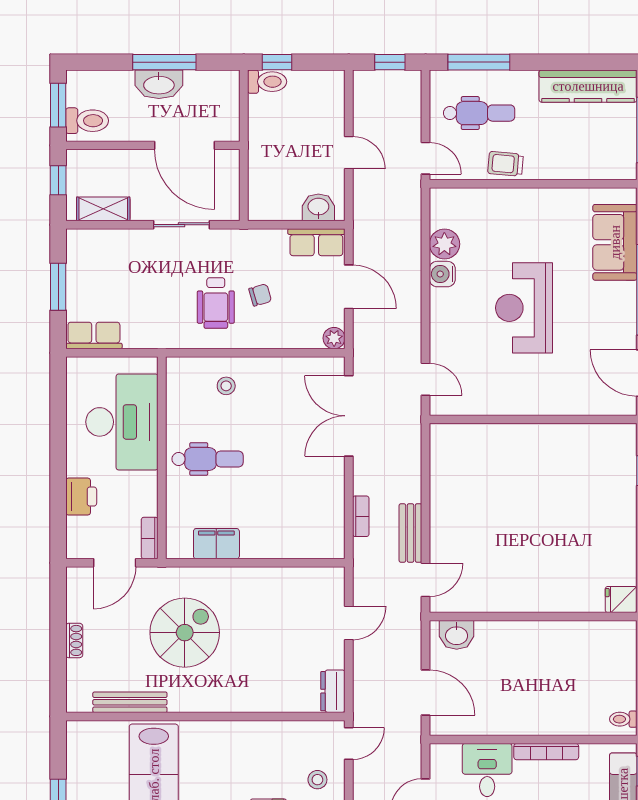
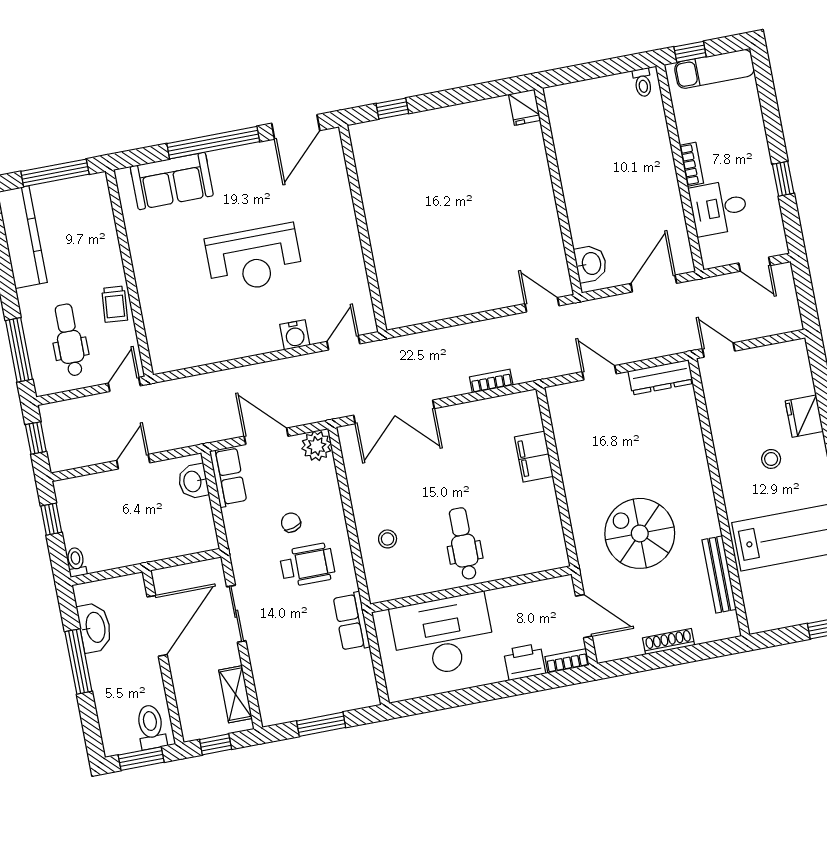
window: (277, 62) -> (51, 519), moved
toilet: (267, 82) -> (76, 562), width x0.73, depth x0.72
washbasin: (159, 84) -> (95, 628), moved
plant: (444, 244) -> (206, 350), removed
water cooler: (442, 274) -> (295, 335), moved
door: (349, 287) -> (266, 436), hinge flipped
row of seats: (94, 335) -> (352, 622), moved
plant: (334, 338) -> (317, 446), width x1.38, depth x1.38
bench: (410, 533) -> (498, 329), removed
bookcase: (150, 538) -> (567, 661), moved, turned 180
filing cabinet: (216, 544) -> (534, 457), moved
shoe rack: (74, 640) -> (668, 641), width x1.43
dresser: (333, 691) -> (661, 377), width x1.44
bookcase: (546, 752) -> (692, 164), width x0.64
stool: (317, 780) -> (771, 459), moved

